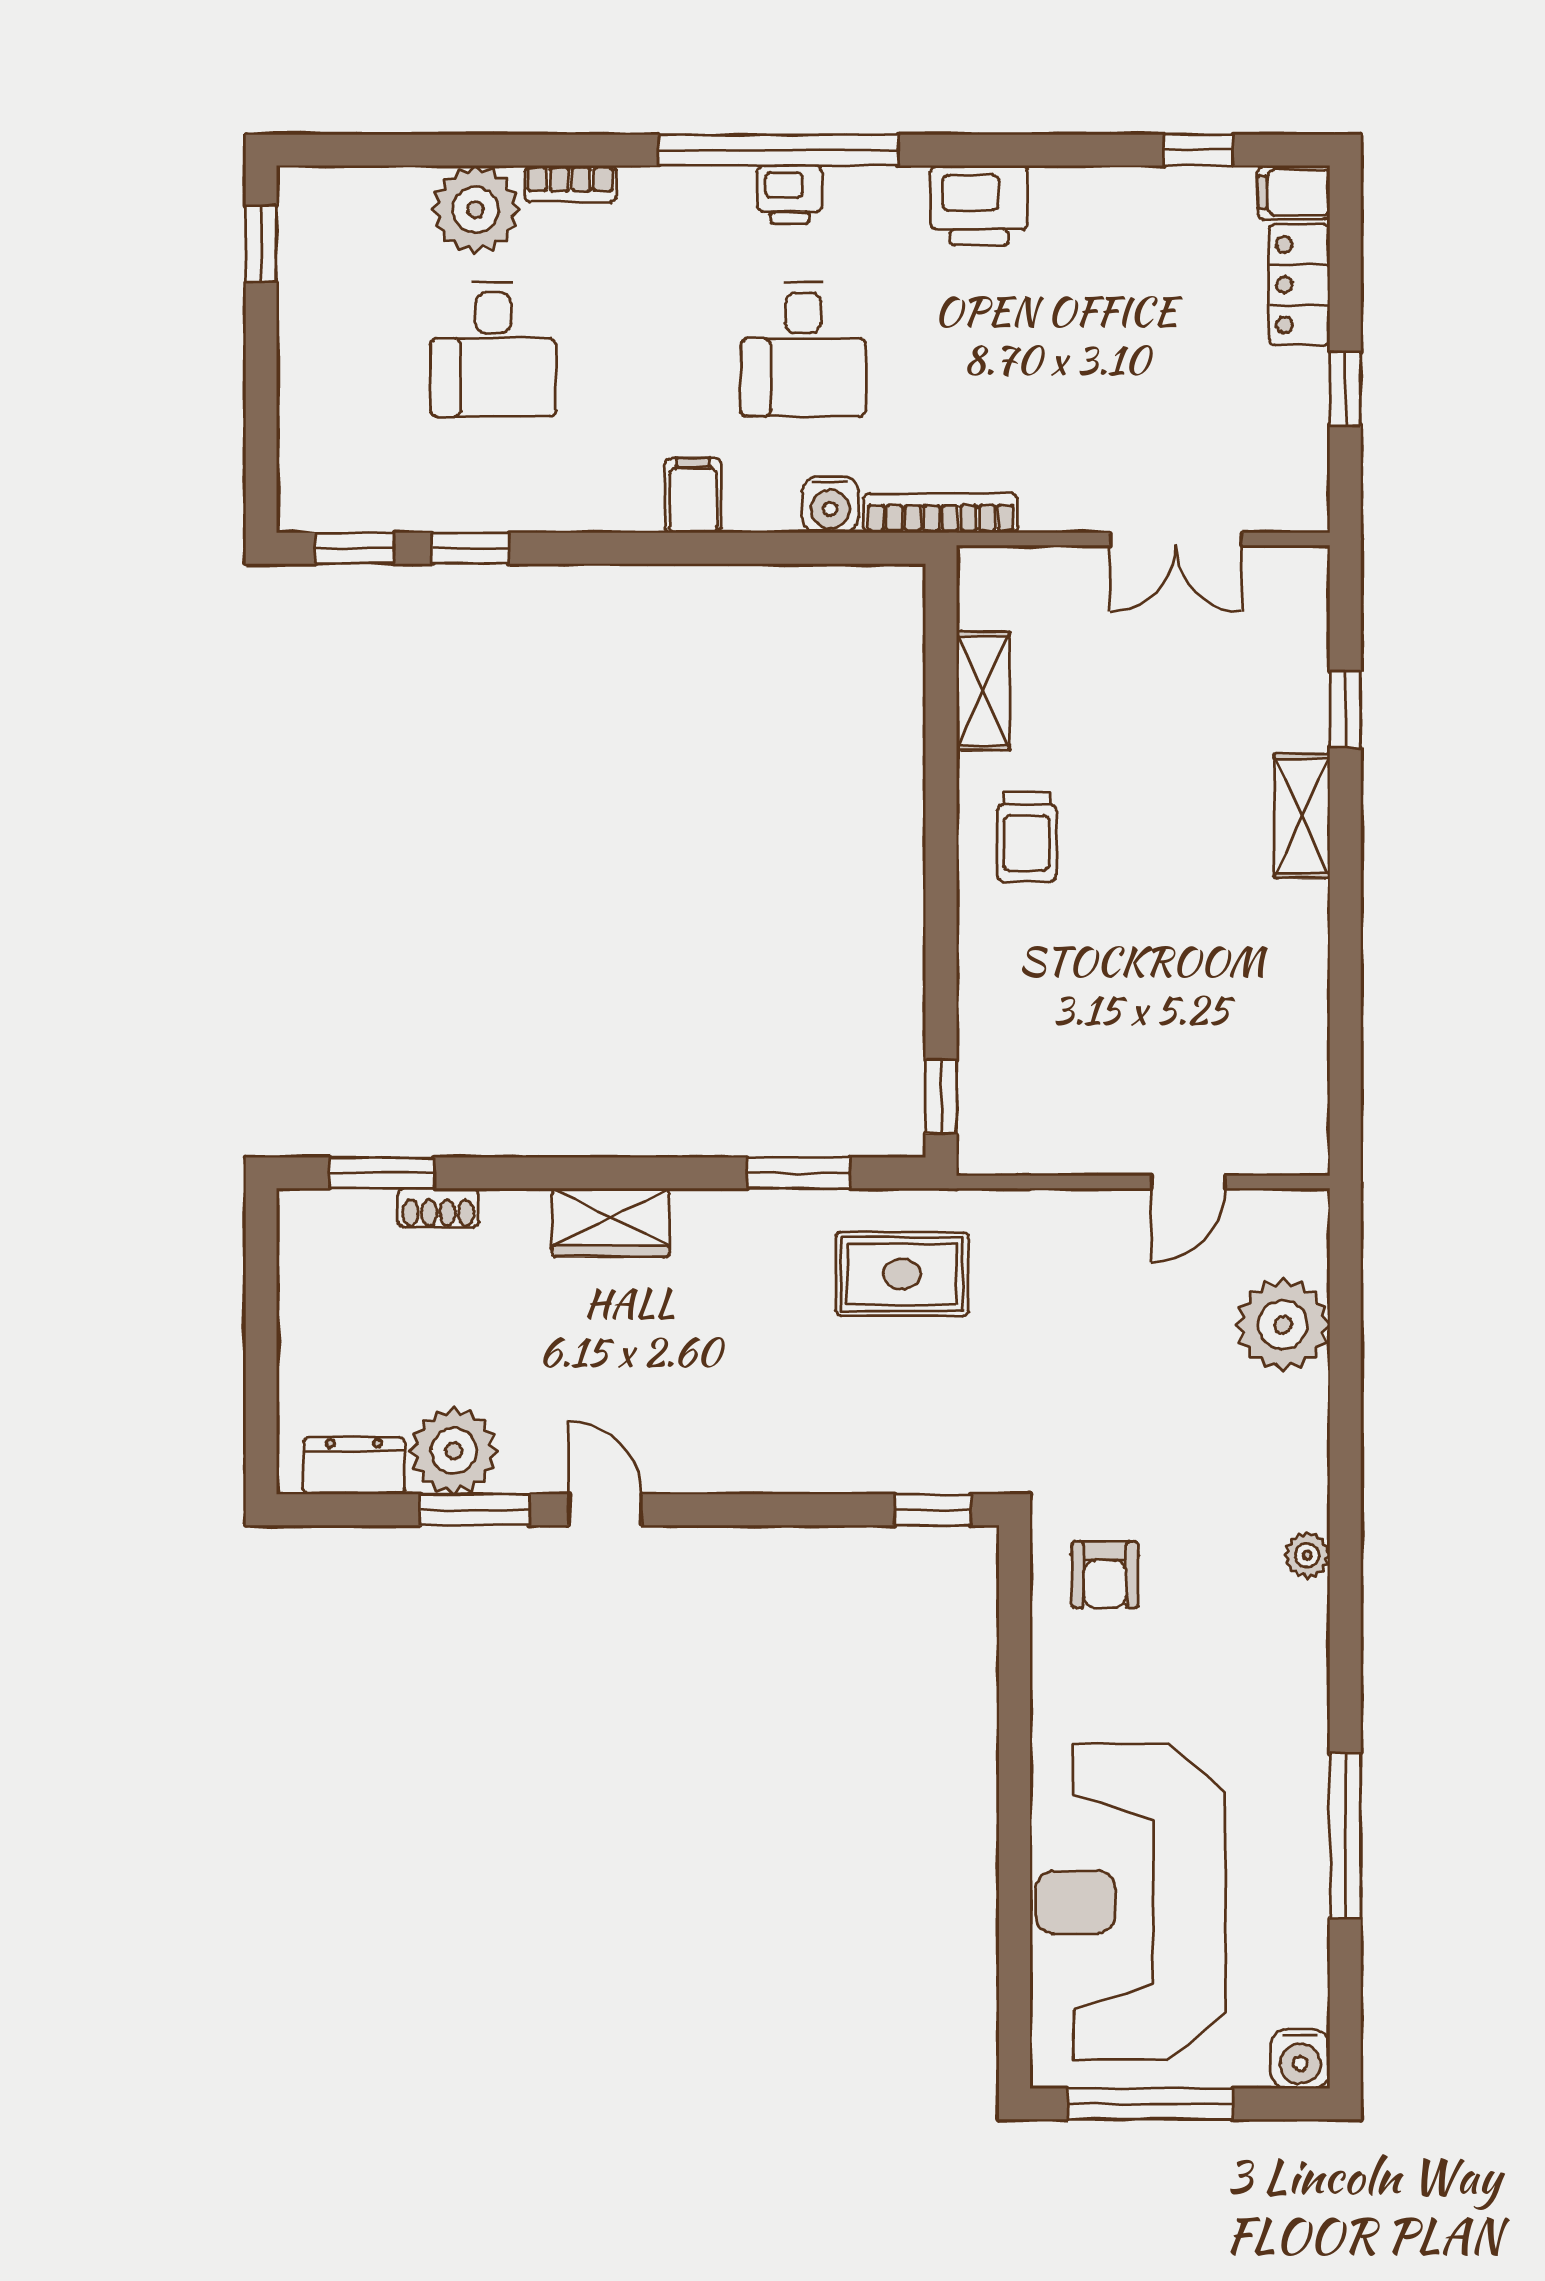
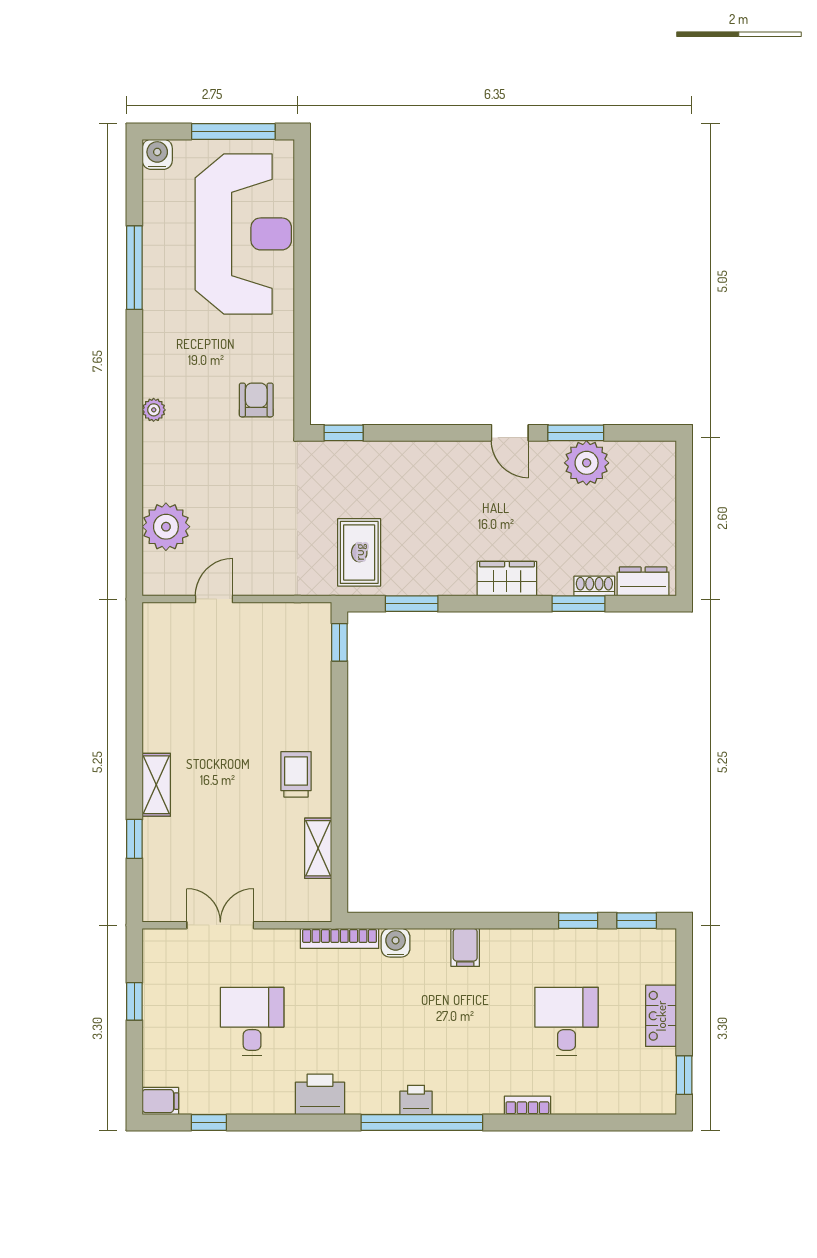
plant: (476, 210) -> (575, 1092), removed
locker: (1299, 285) -> (661, 1016), moved, turned 180
desk: (803, 349) -> (252, 1022), moved
window: (382, 1173) -> (579, 604), moved
rug: (902, 1274) -> (359, 552), turned 90
dresser: (354, 1466) -> (643, 581), moved, turned 180

